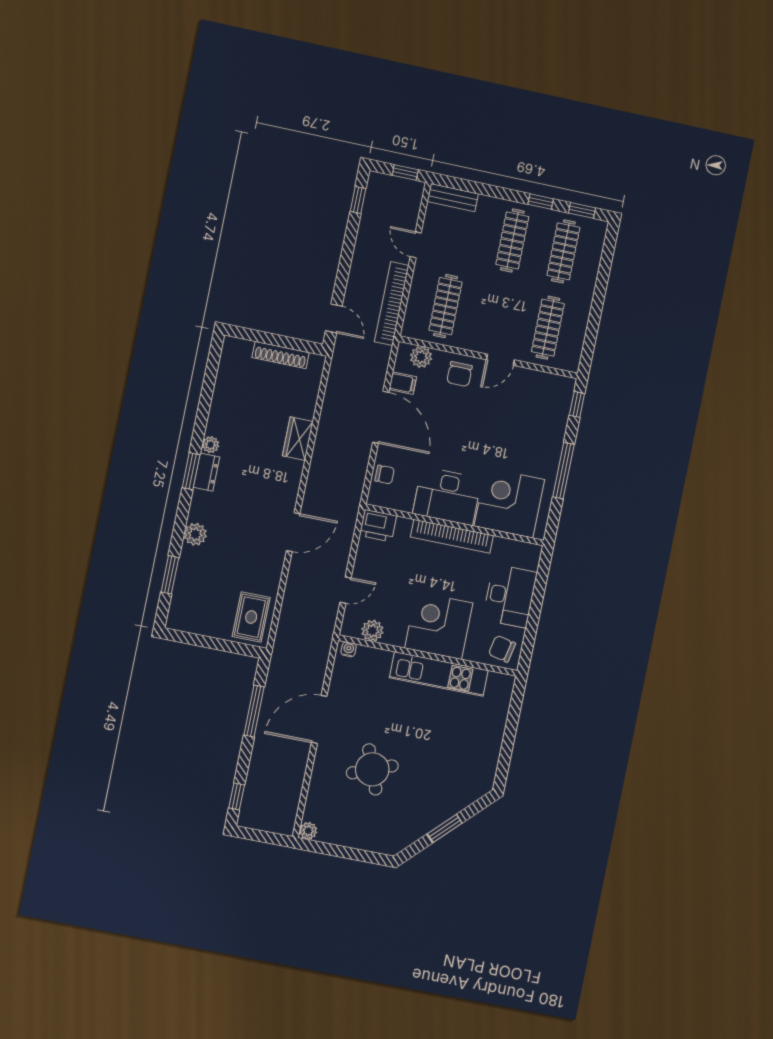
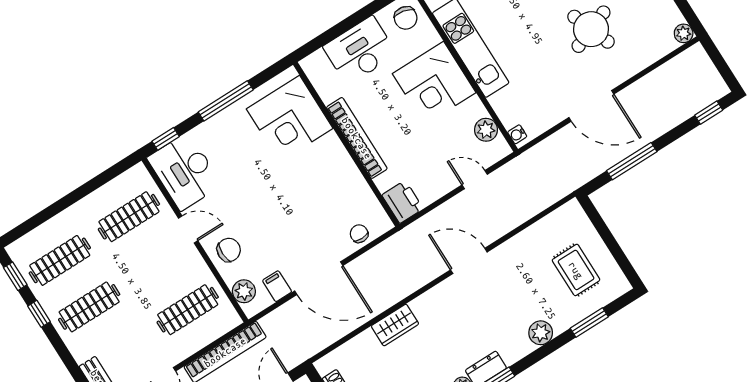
door: (381, 417) -> (319, 278), swing flipped
desk: (447, 496) -> (185, 171), moved, turned 180
rug: (251, 617) -> (576, 270), moved, turned 90

